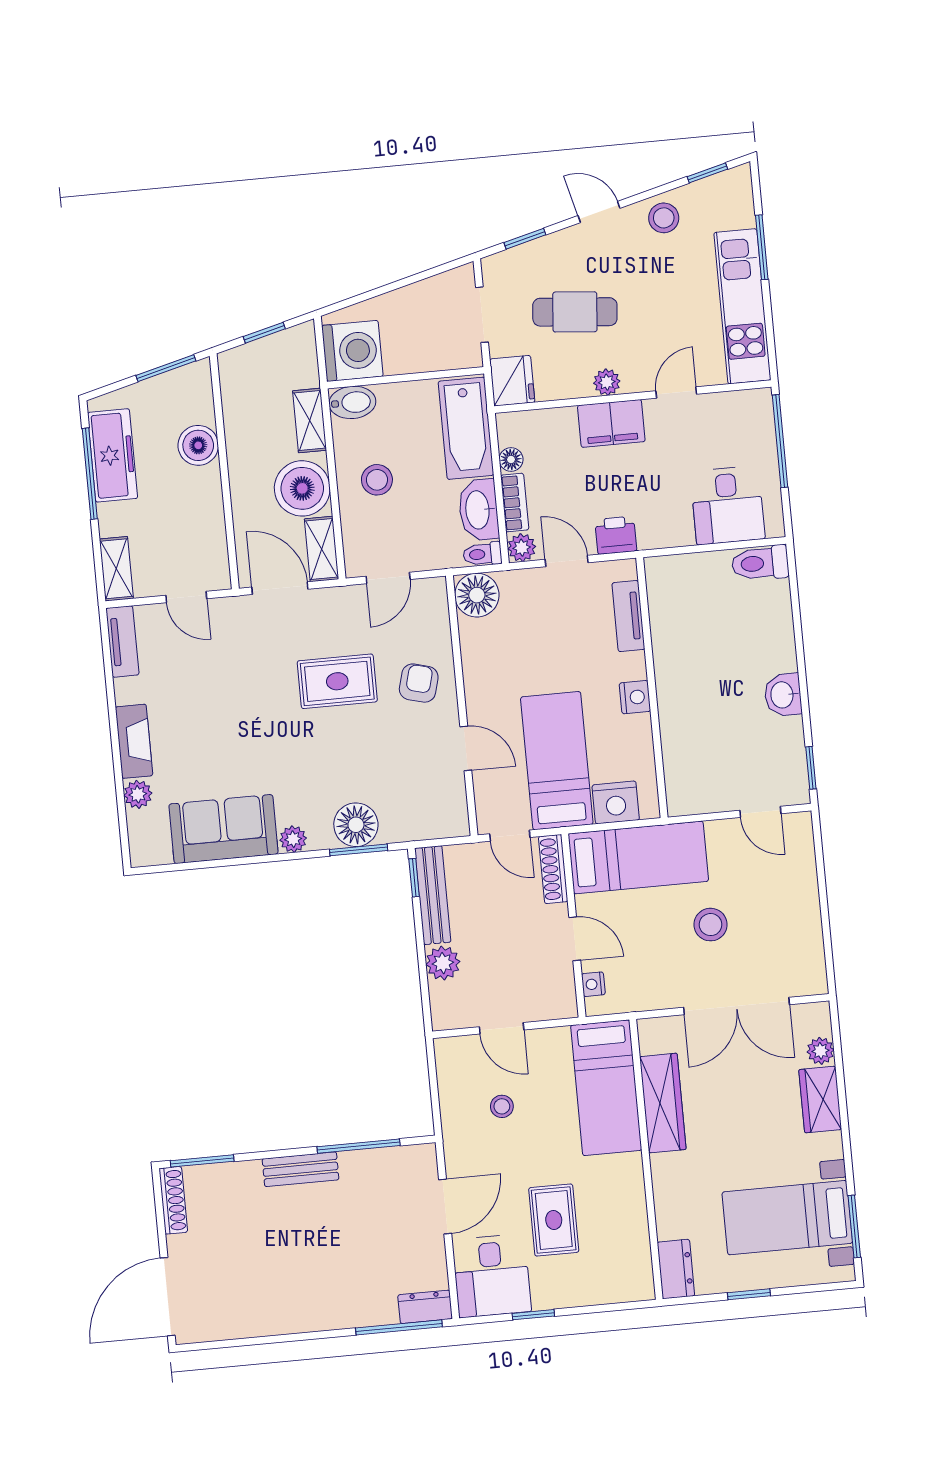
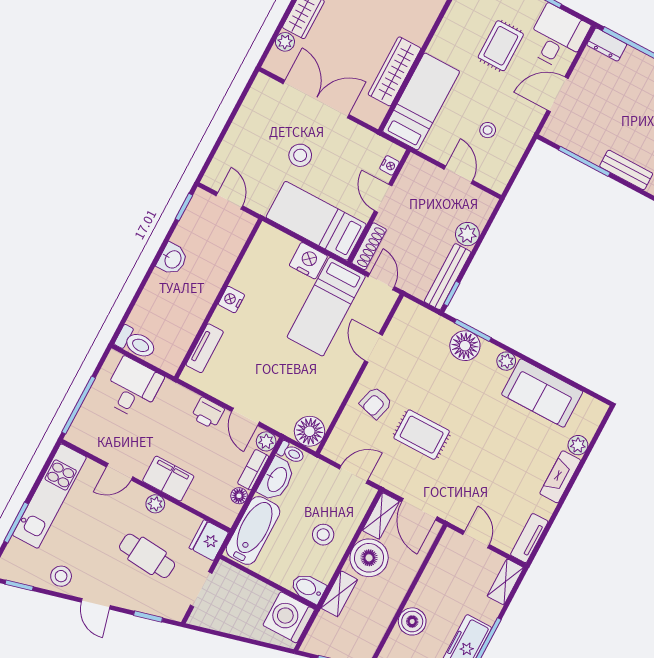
tv unit: (628, 616) -> (205, 348), moved
wall: (652, 688) -> (218, 299), moved
nightstand: (635, 697) -> (231, 300), moved

